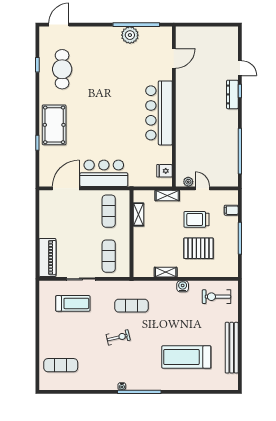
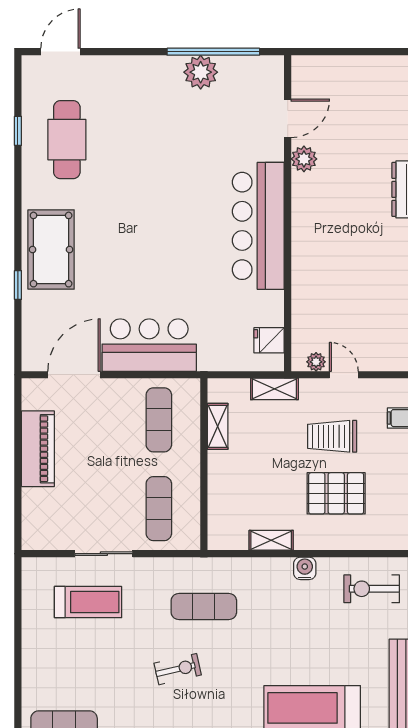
plant: (182, 79) -> (304, 159), added
piano: (47, 258) -> (38, 449), moved

